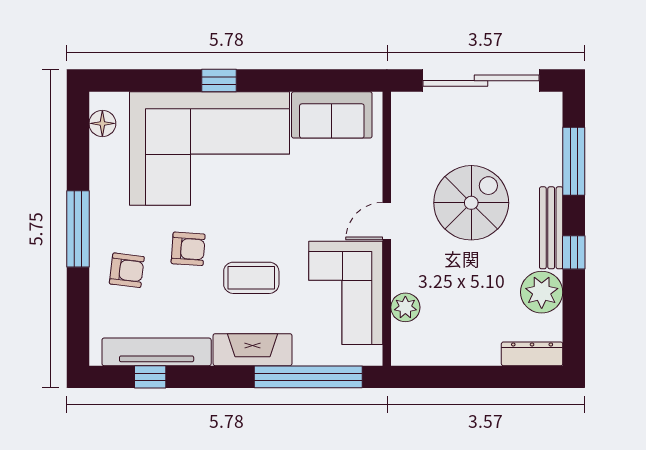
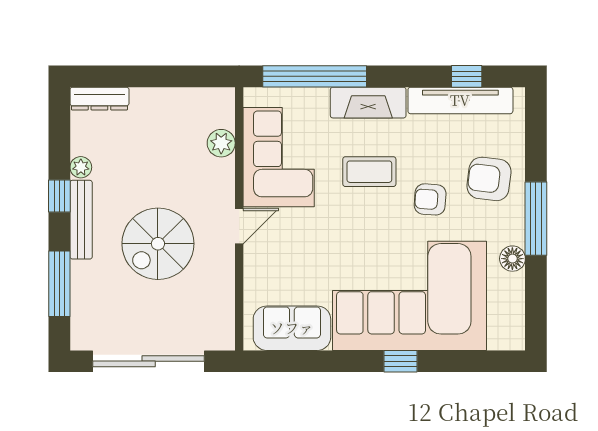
floor lamp: (102, 123) -> (512, 259), moved
armchair: (127, 270) -> (489, 179), width x1.38, depth x1.38
plant: (542, 292) -> (81, 167), width x0.53, depth x0.53

